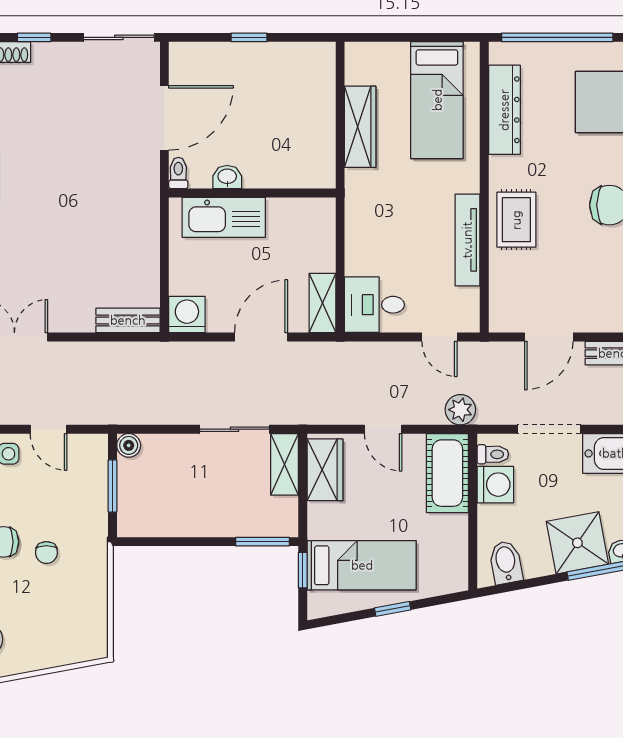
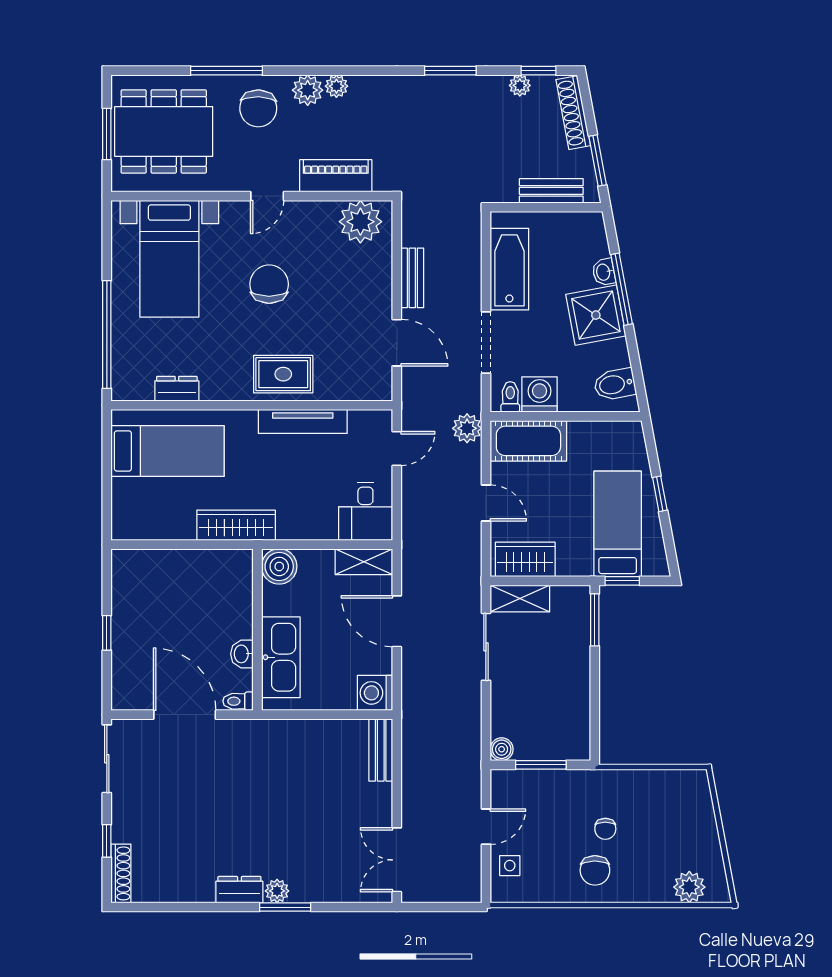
dresser: (504, 110) -> (177, 389), width x0.51, depth x0.80
wardrobe: (360, 127) -> (236, 525), moved
boiler: (318, 216) -> (279, 566), added
door: (383, 429) -> (486, 503), hinge flipped
chair: (46, 553) -> (605, 829), turned 90

